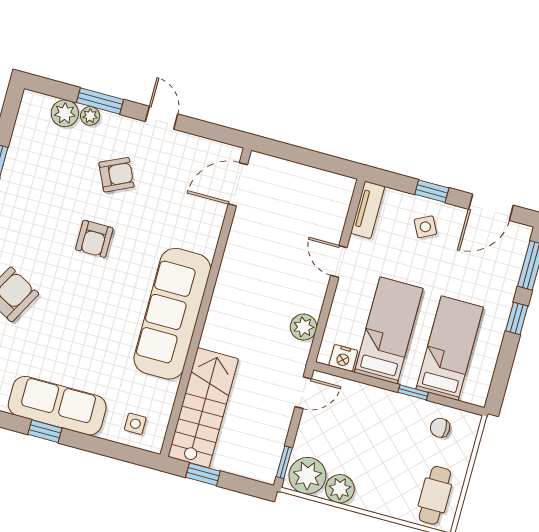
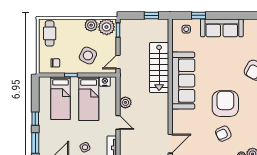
armchair: (94, 239) -> (225, 104), width x1.88, depth x1.88
plant: (304, 327) -> (125, 102), moved
stairs: (203, 408) -> (159, 67), moved
side table: (365, 425) -> (88, 55), added
window: (45, 431) -> (199, 15), moved

